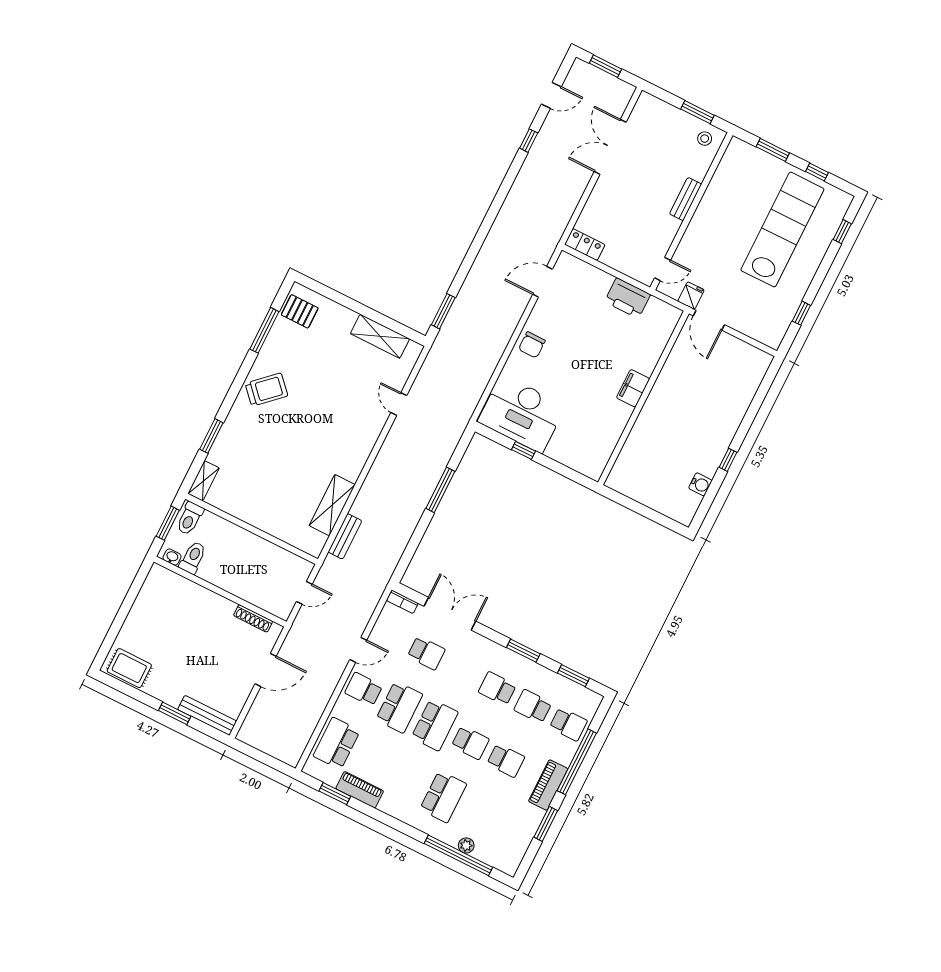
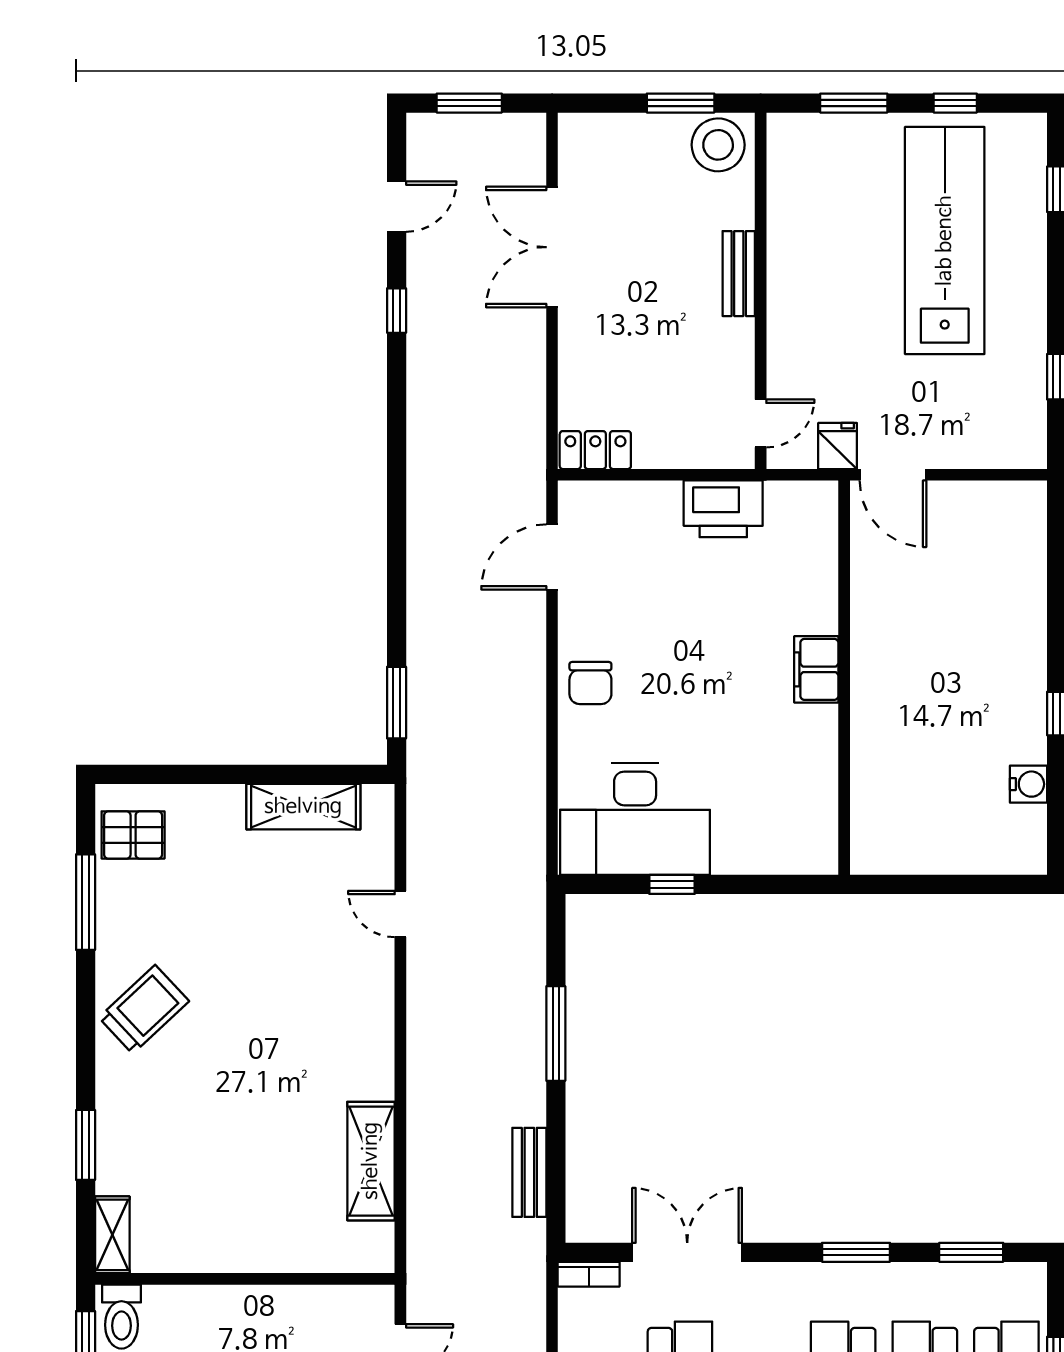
stool: (705, 139) -> (718, 145), width x1.89, depth x1.89
bench: (345, 536) -> (529, 1172), moved

